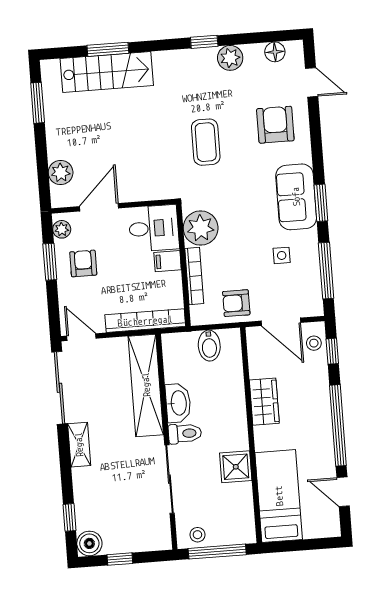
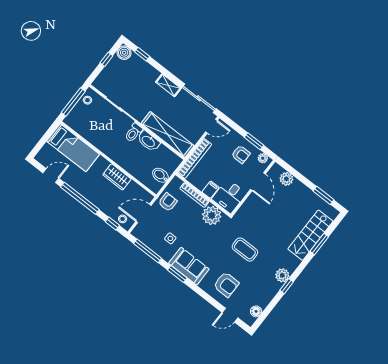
plant: (230, 58) -> (282, 275), moved
shower: (236, 467) -> (101, 141), removed

